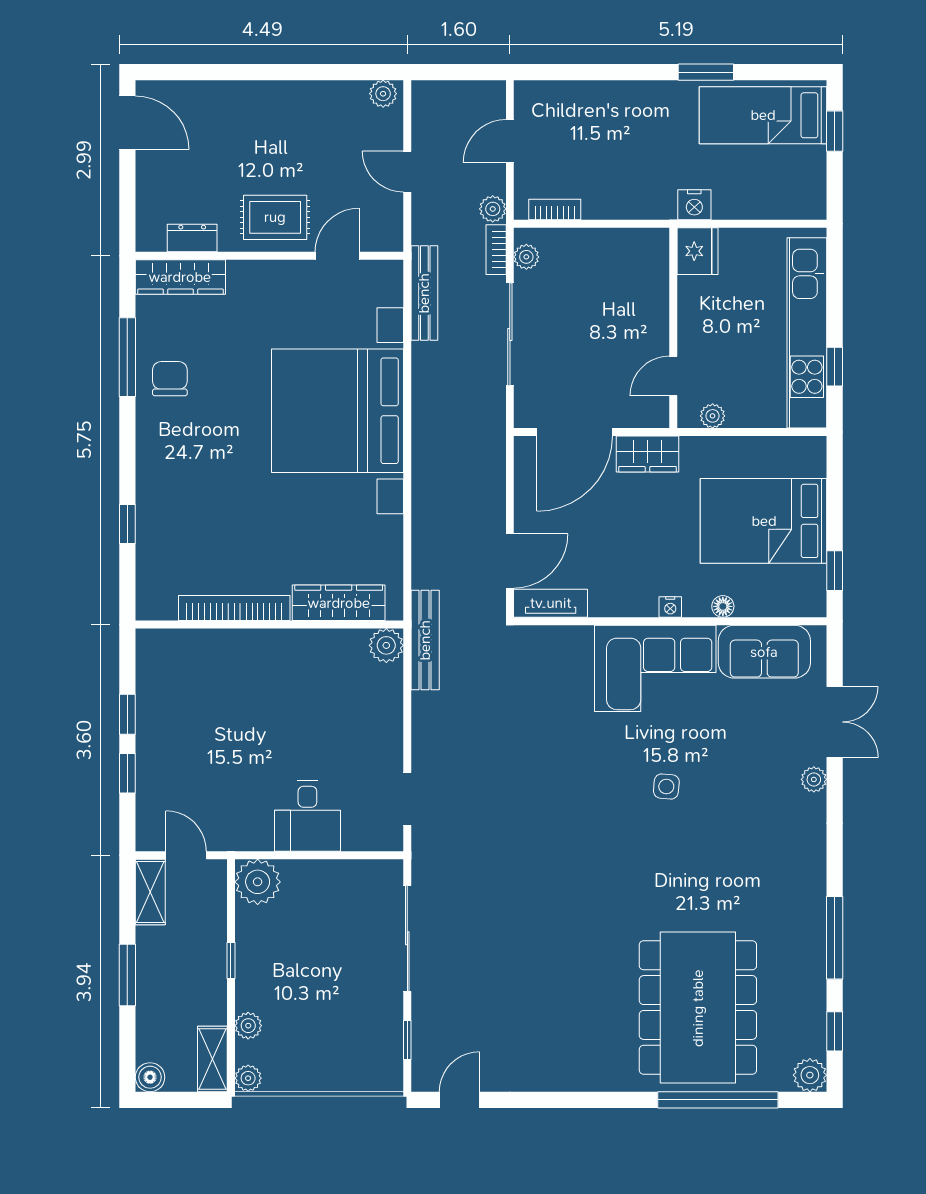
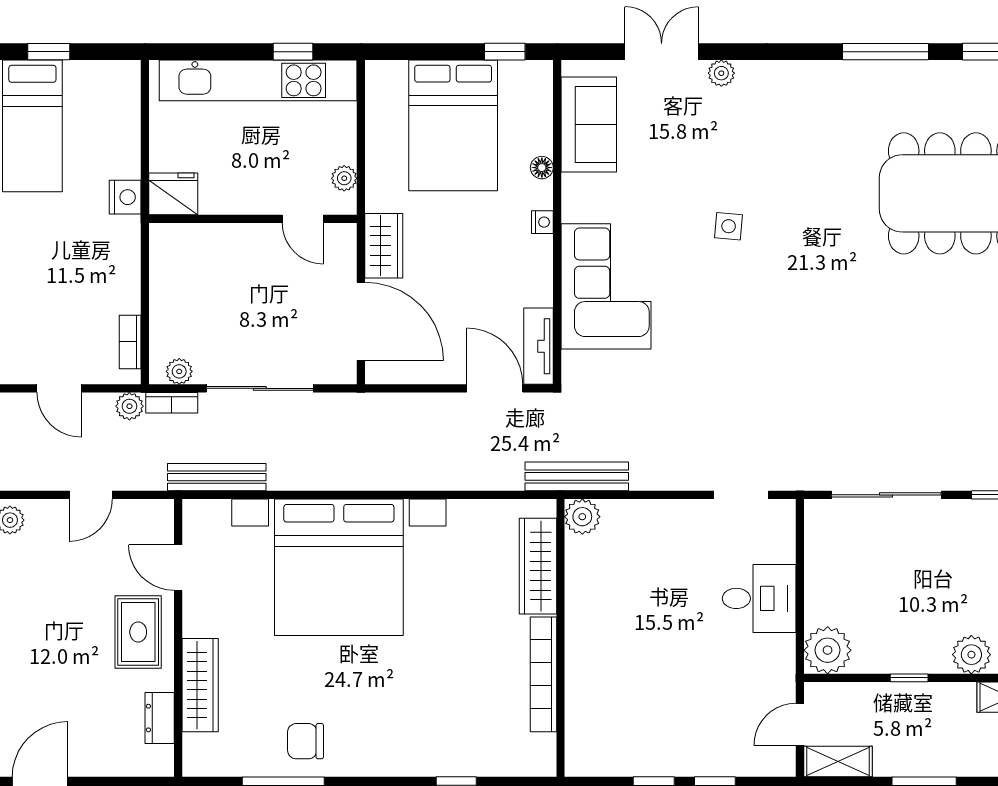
wardrobe: (180, 277) -> (200, 685), moved
corner sofa: (655, 668) -> (606, 286), moved
plant: (248, 1026) -> (971, 655), width x1.38, depth x1.38

